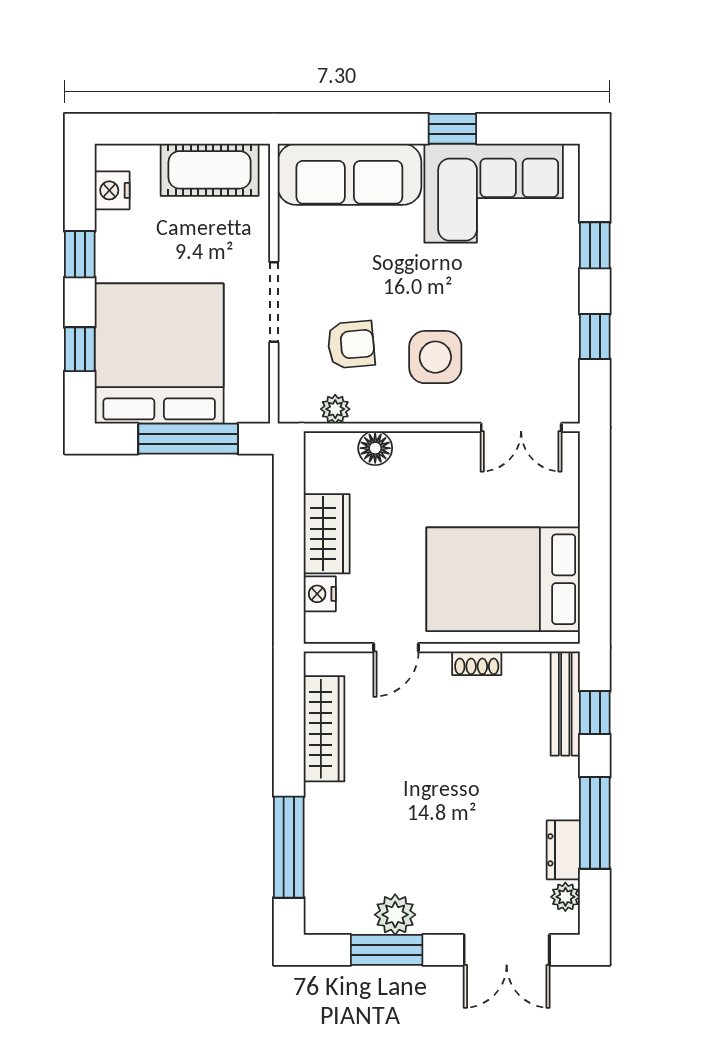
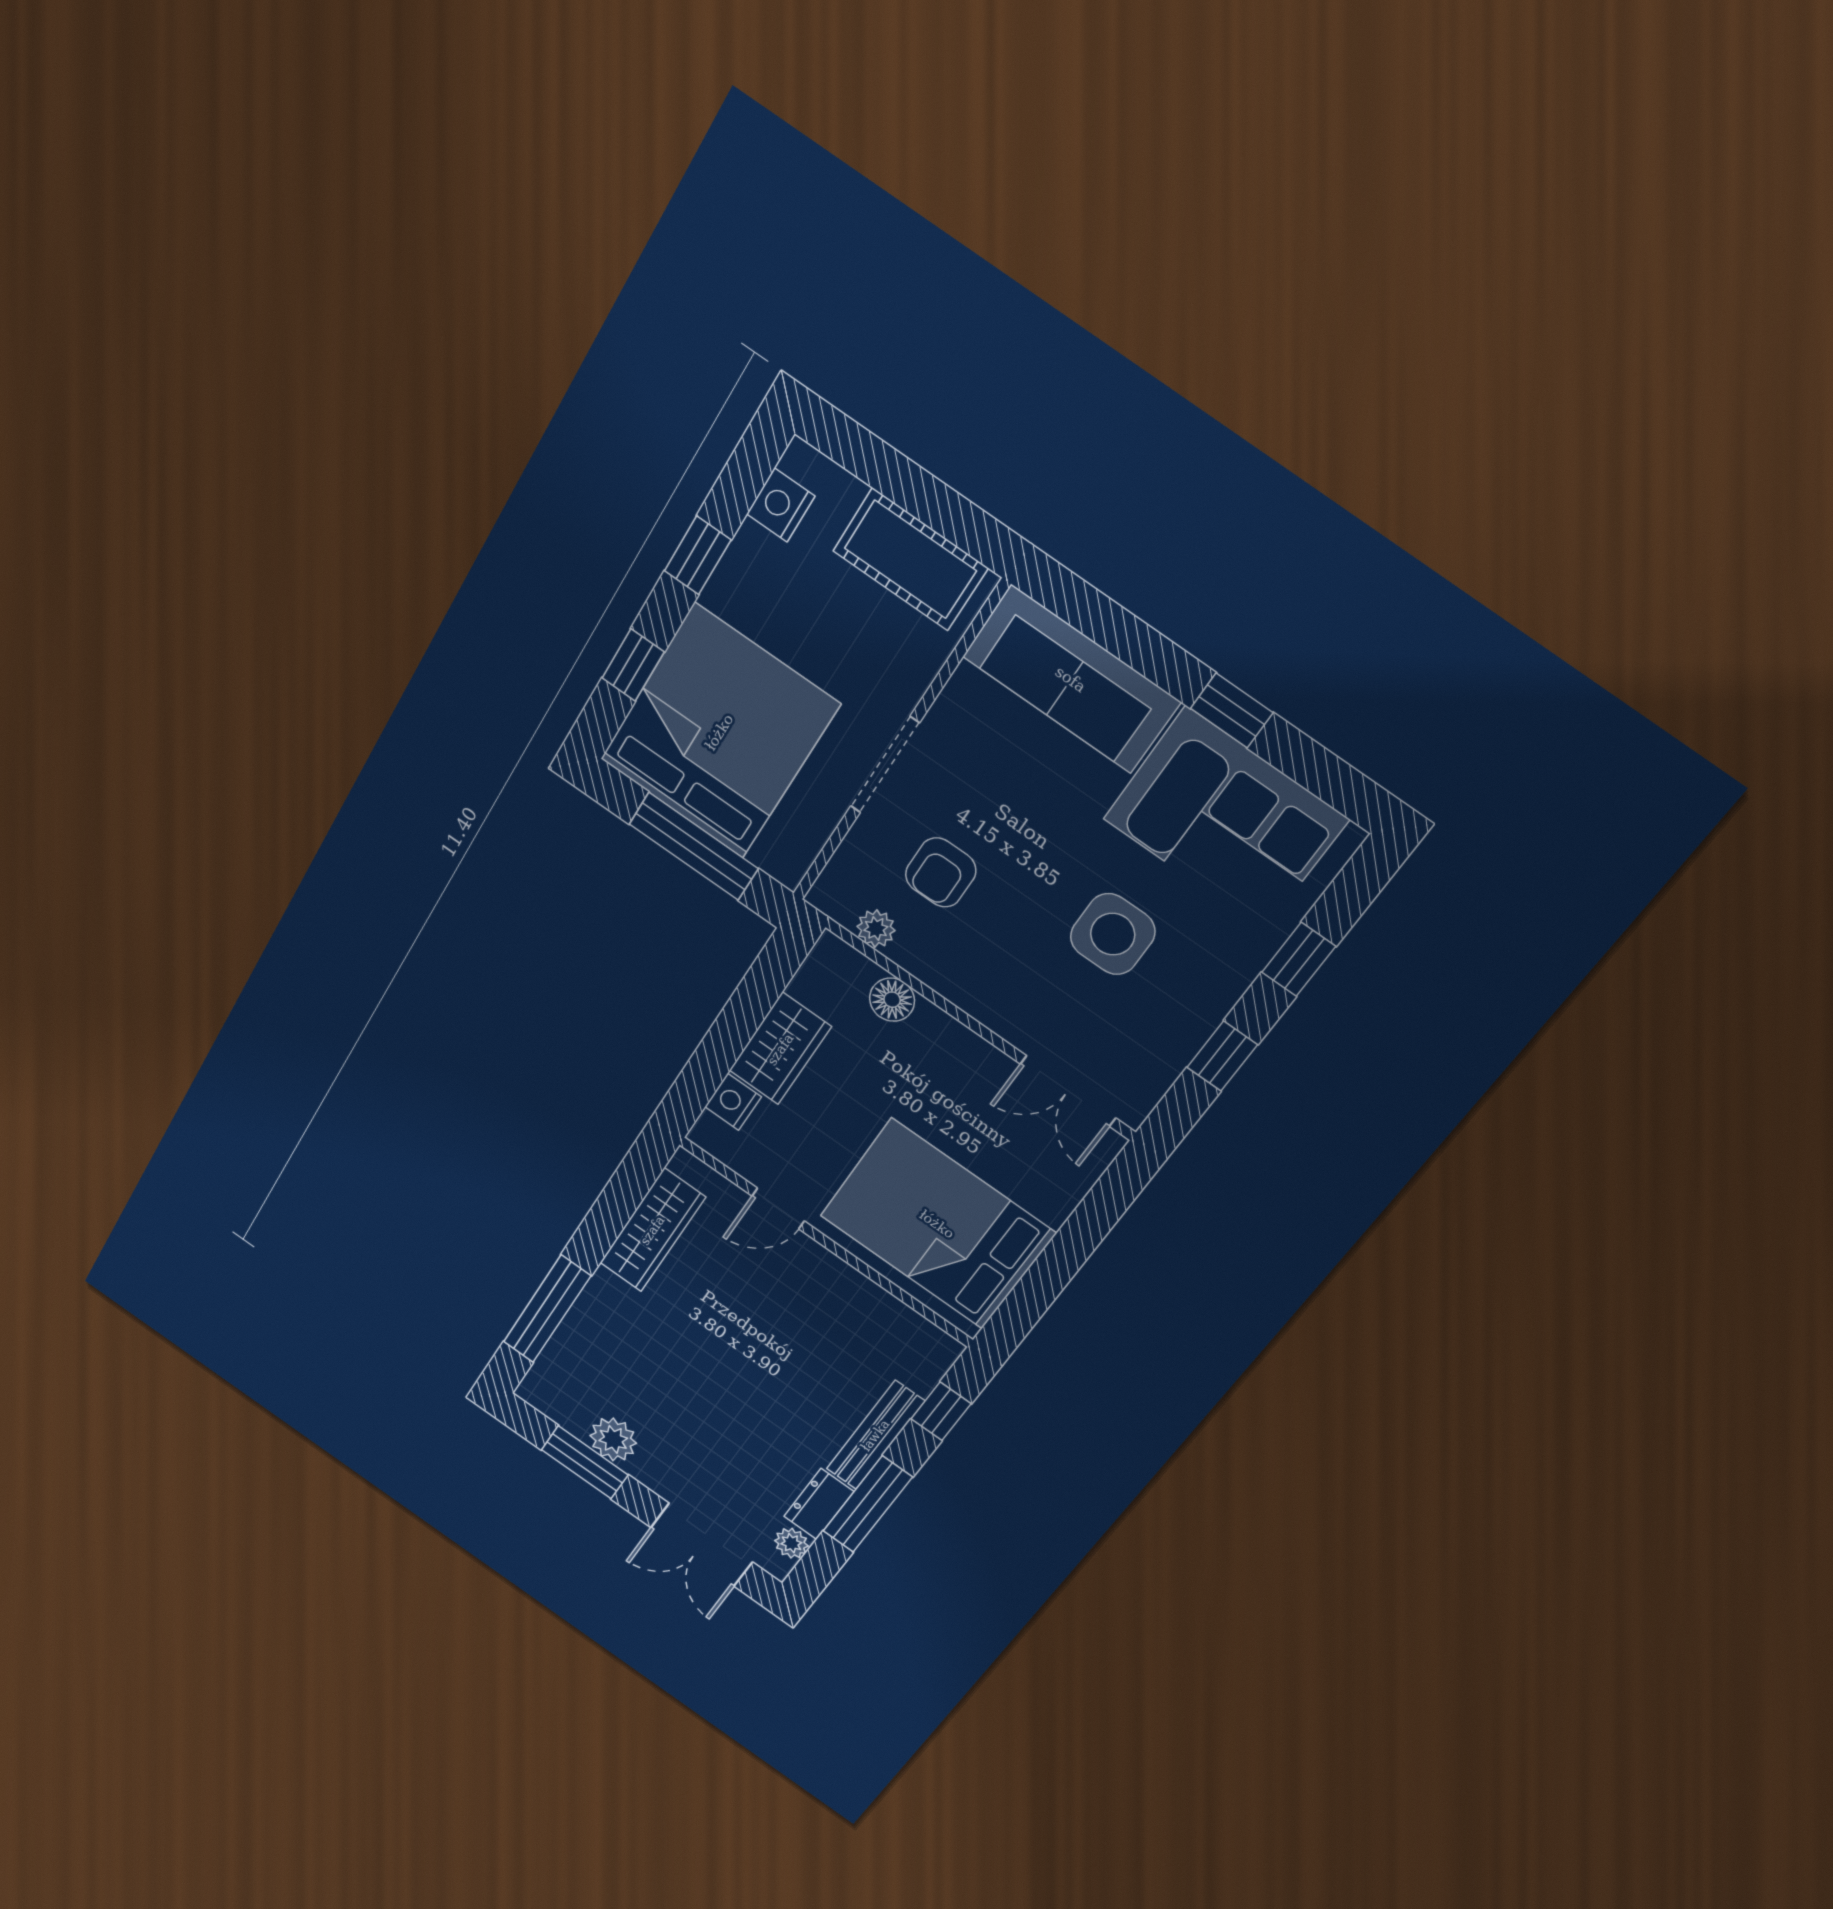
armchair: (351, 345) -> (941, 872), turned 95
side table: (435, 357) -> (1113, 934), moved
shoe rack: (477, 663) -> (852, 1282), removed
bench: (565, 704) -> (875, 1435), moved

